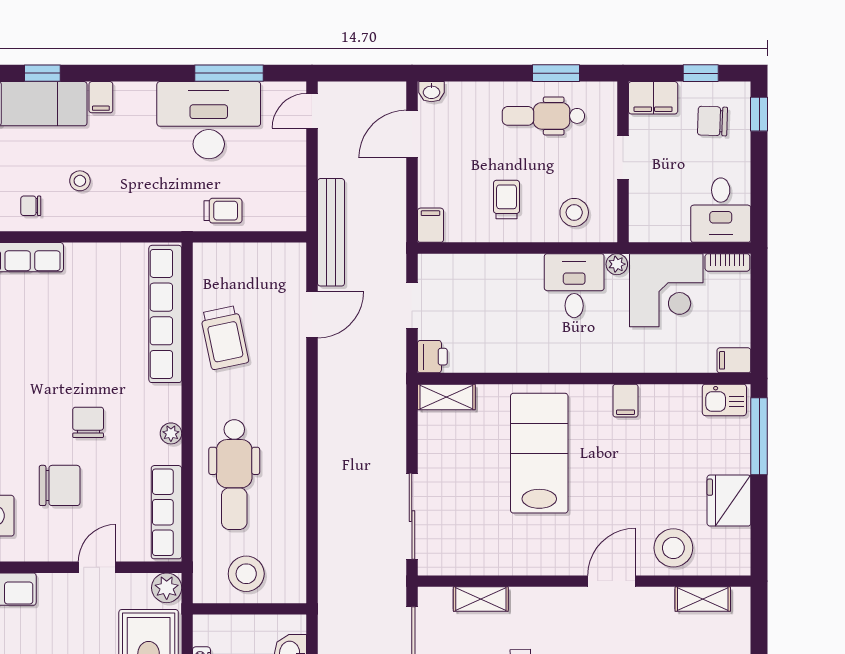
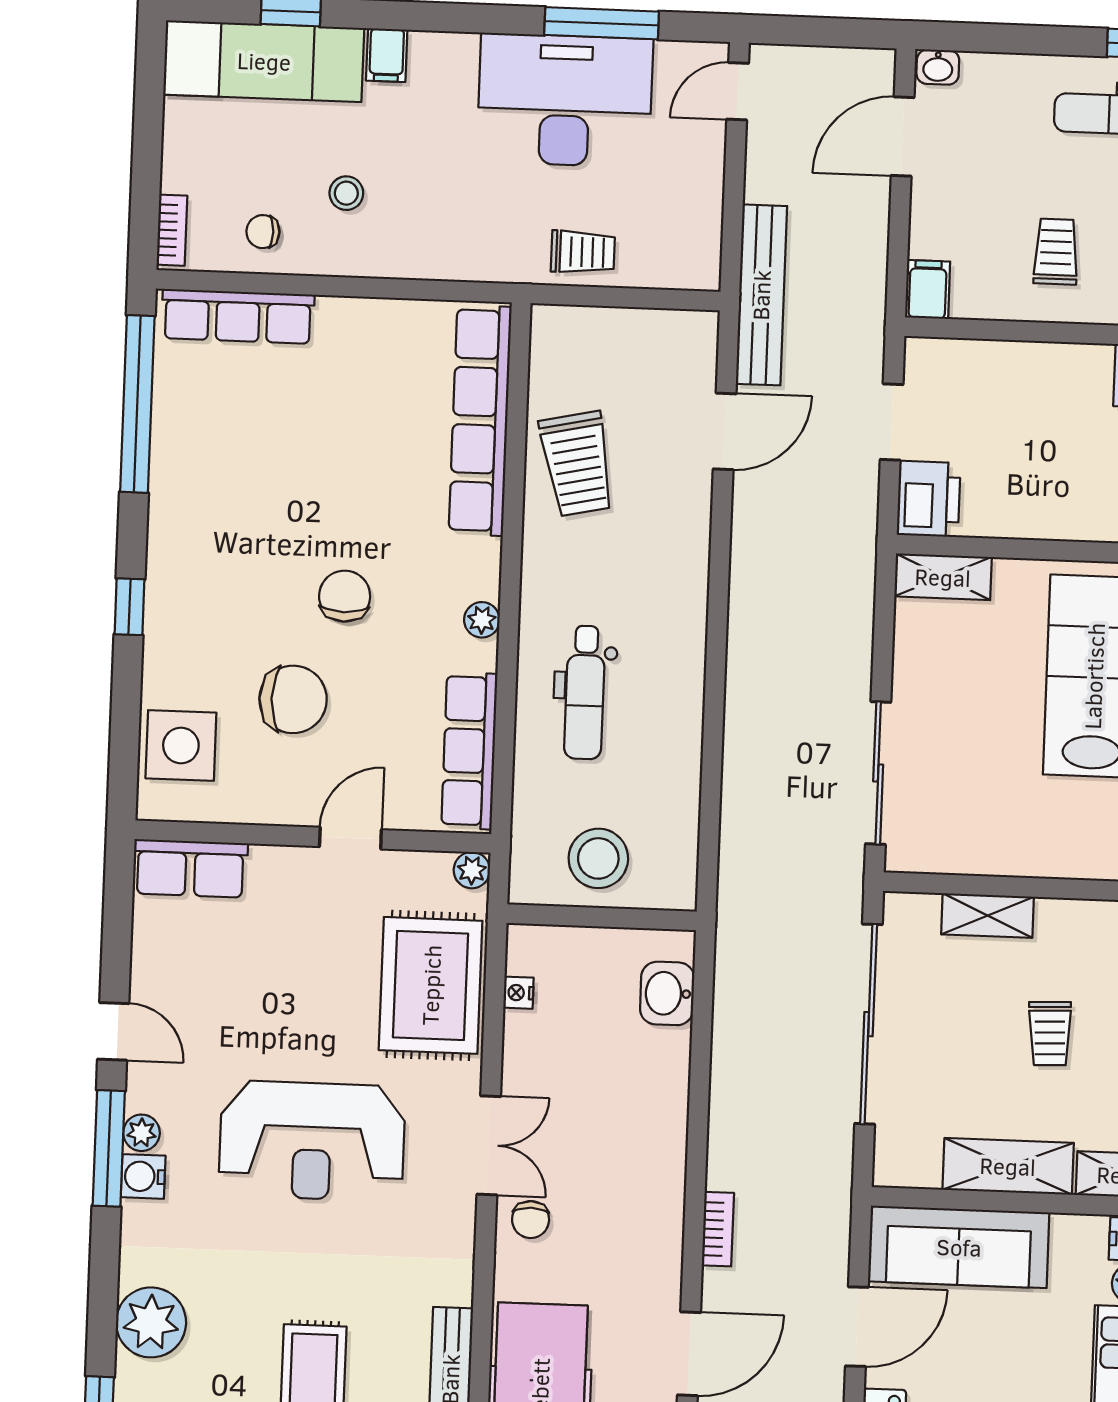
printer: (432, 357) -> (929, 499), width x1.36, depth x1.24
dental chair: (234, 475) -> (585, 692), width x0.73, depth x0.72
plant: (167, 588) -> (472, 870), width x0.73, depth x0.73

